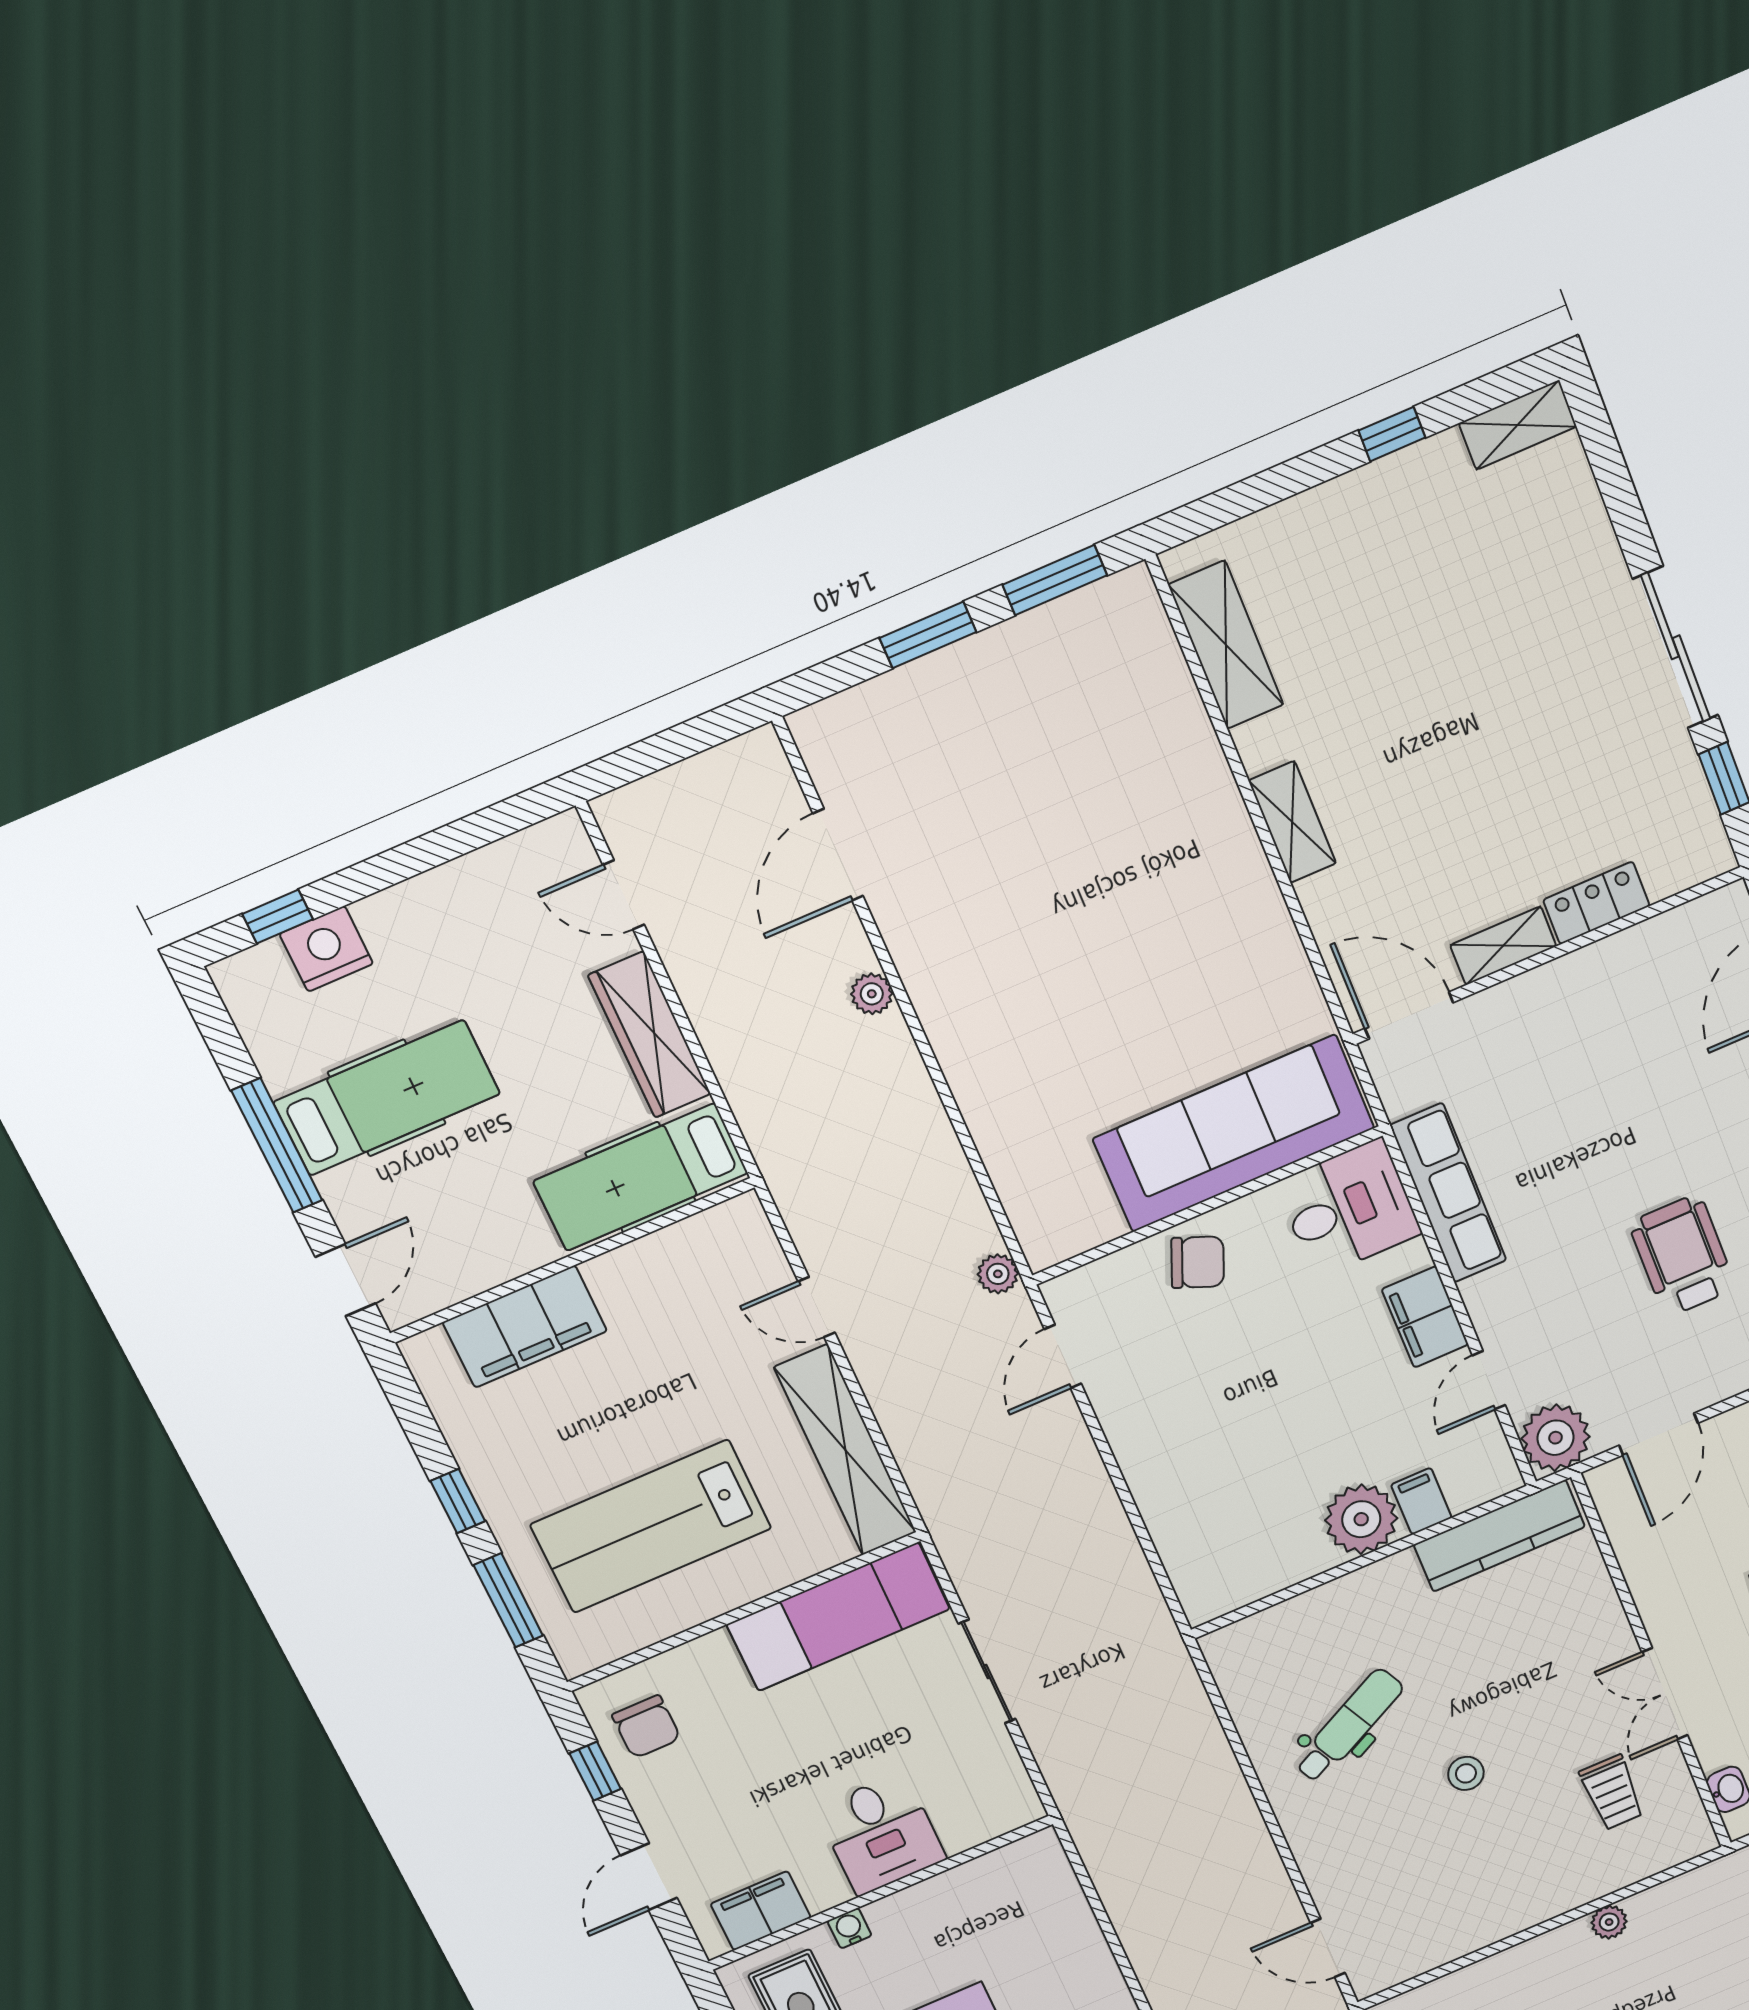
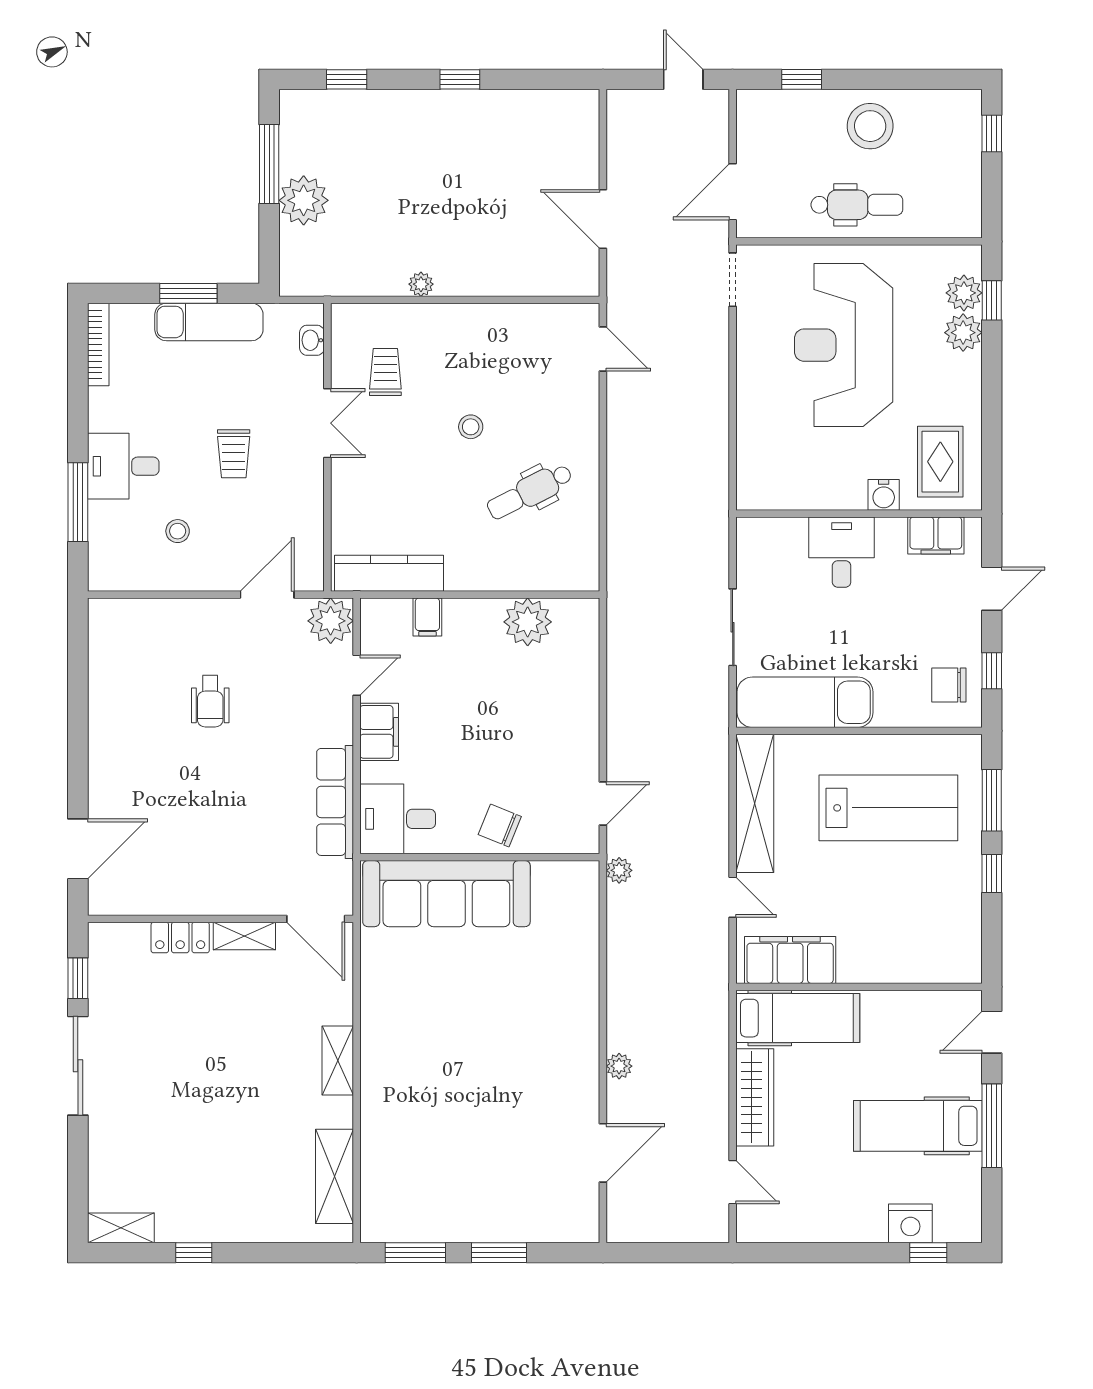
wheelchair: (1682, 1256) -> (210, 701), width x0.73, depth x0.73
filing cabinet: (525, 1327) -> (790, 960), moved
plant: (1361, 1519) -> (528, 622), moved
chair: (646, 1727) -> (949, 685), turned -90
water cooler: (849, 1928) -> (884, 495), width x1.38, depth x1.38

